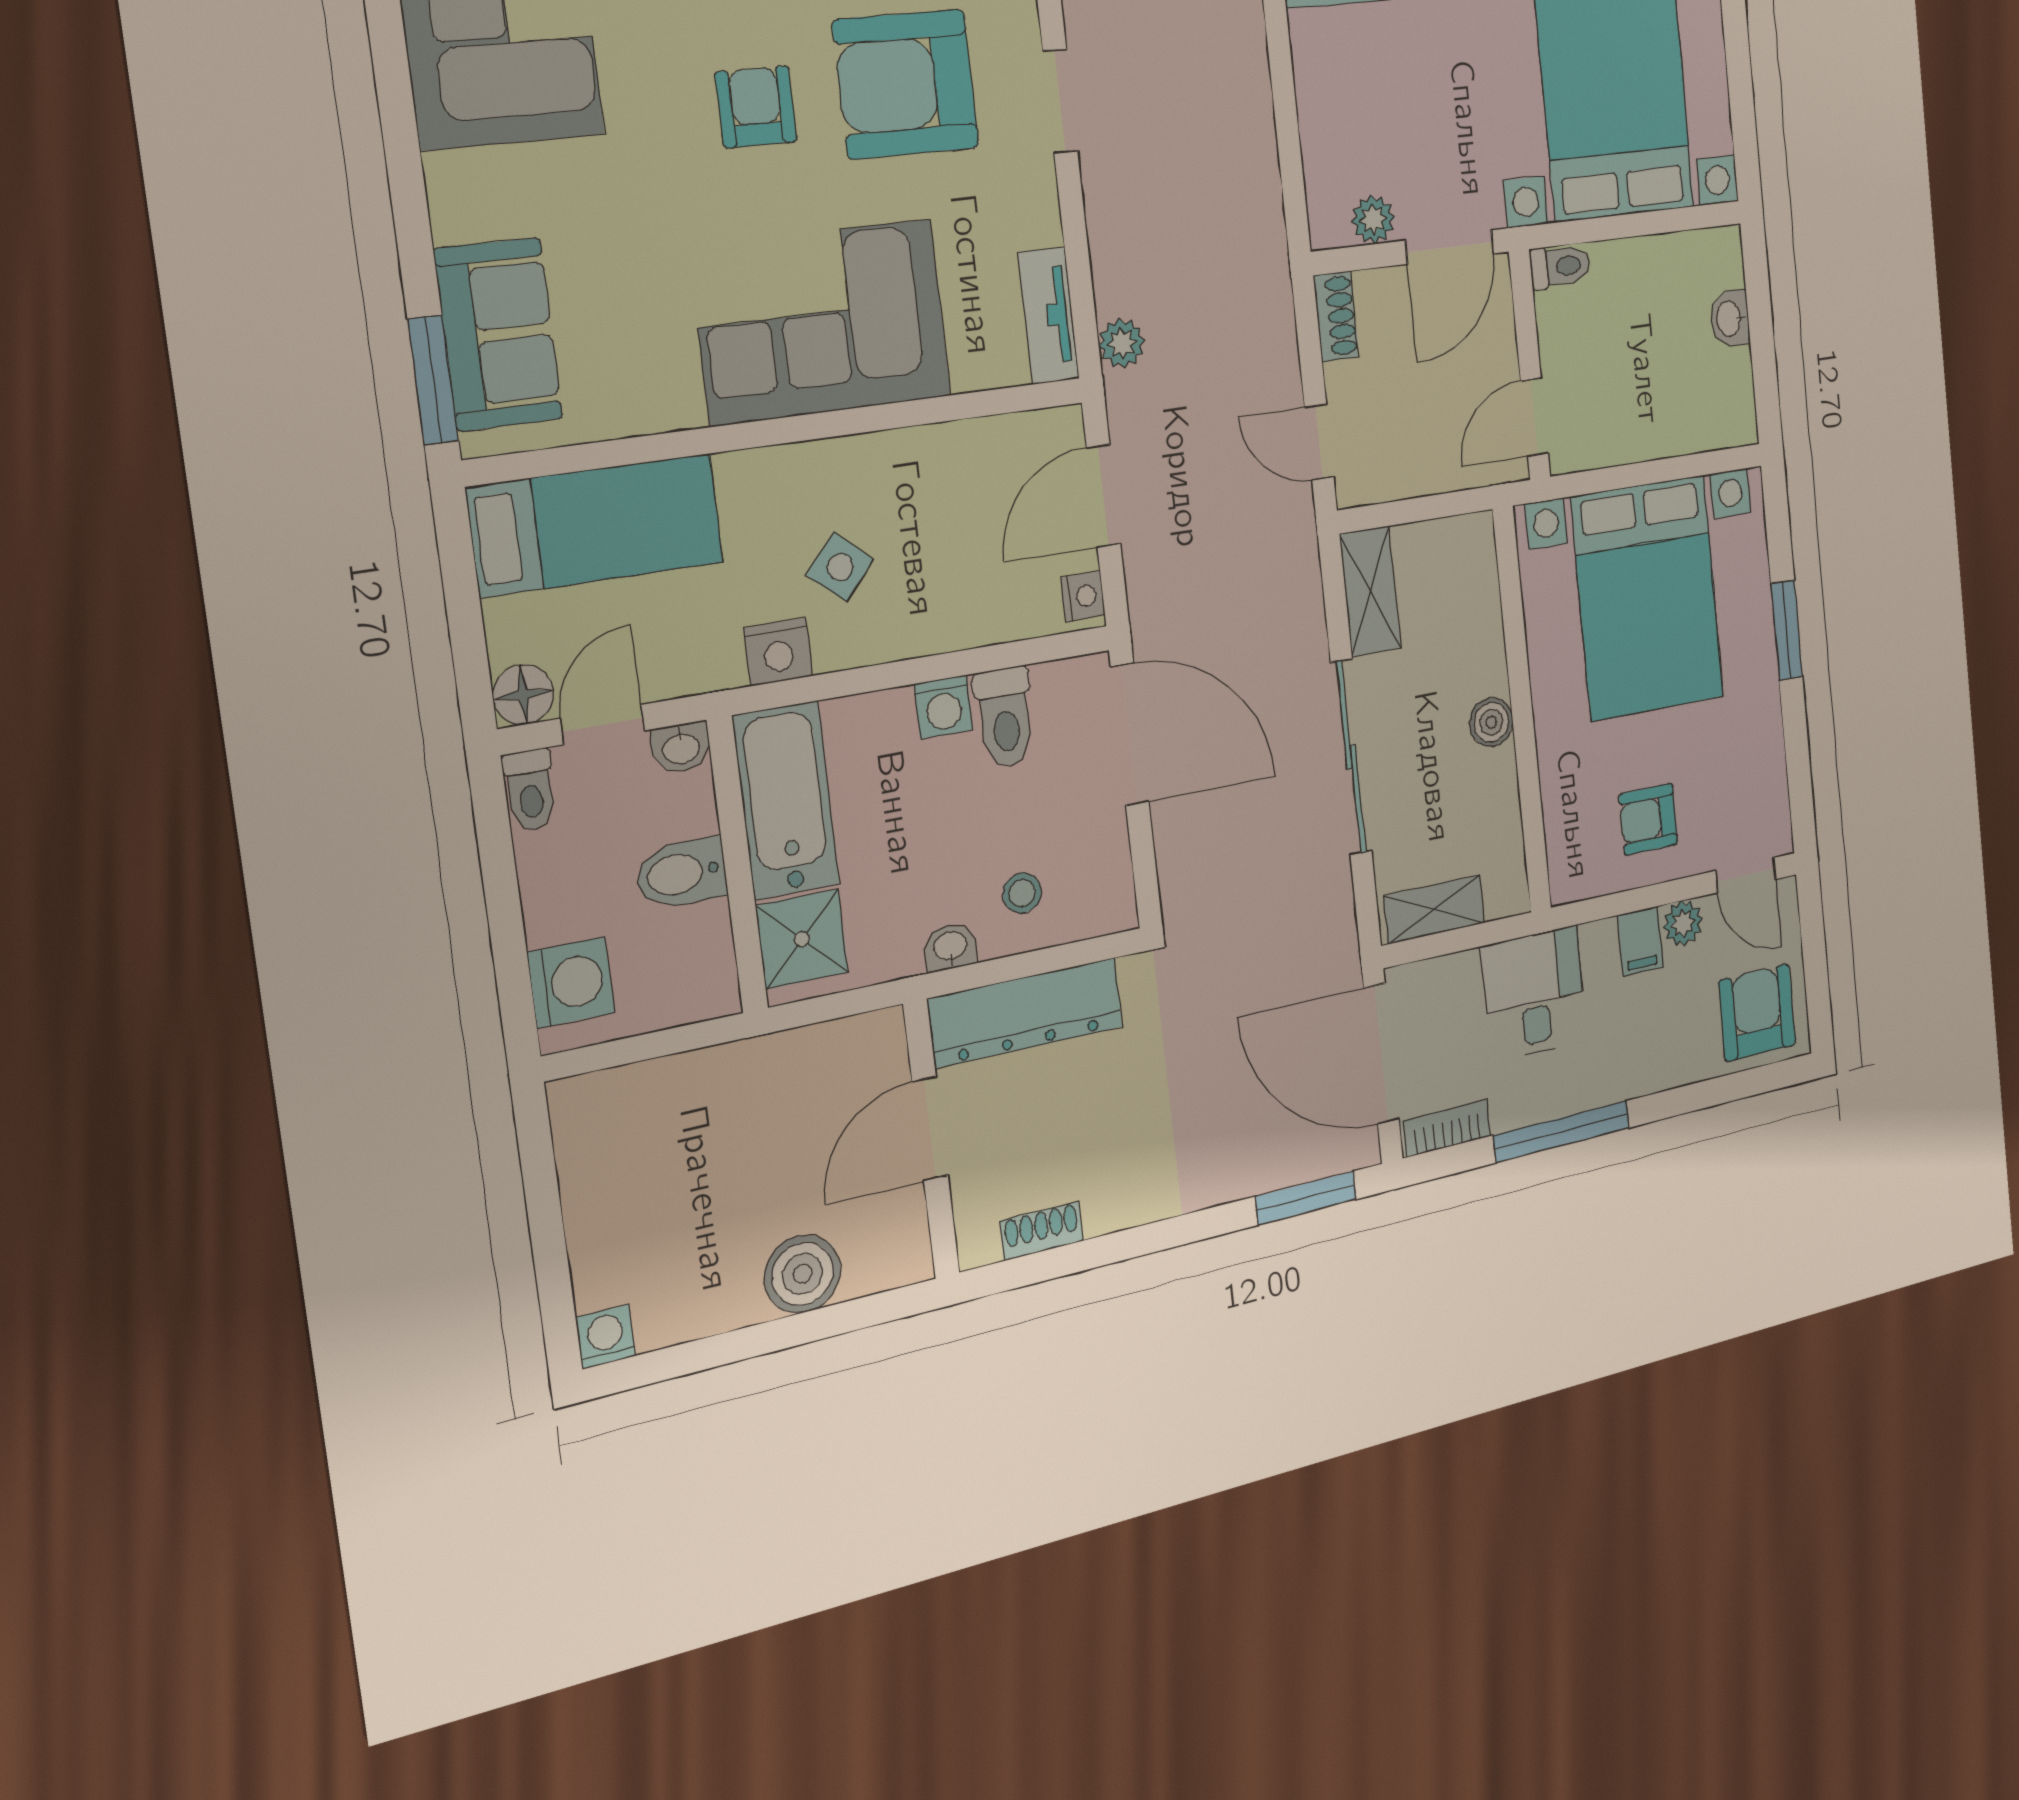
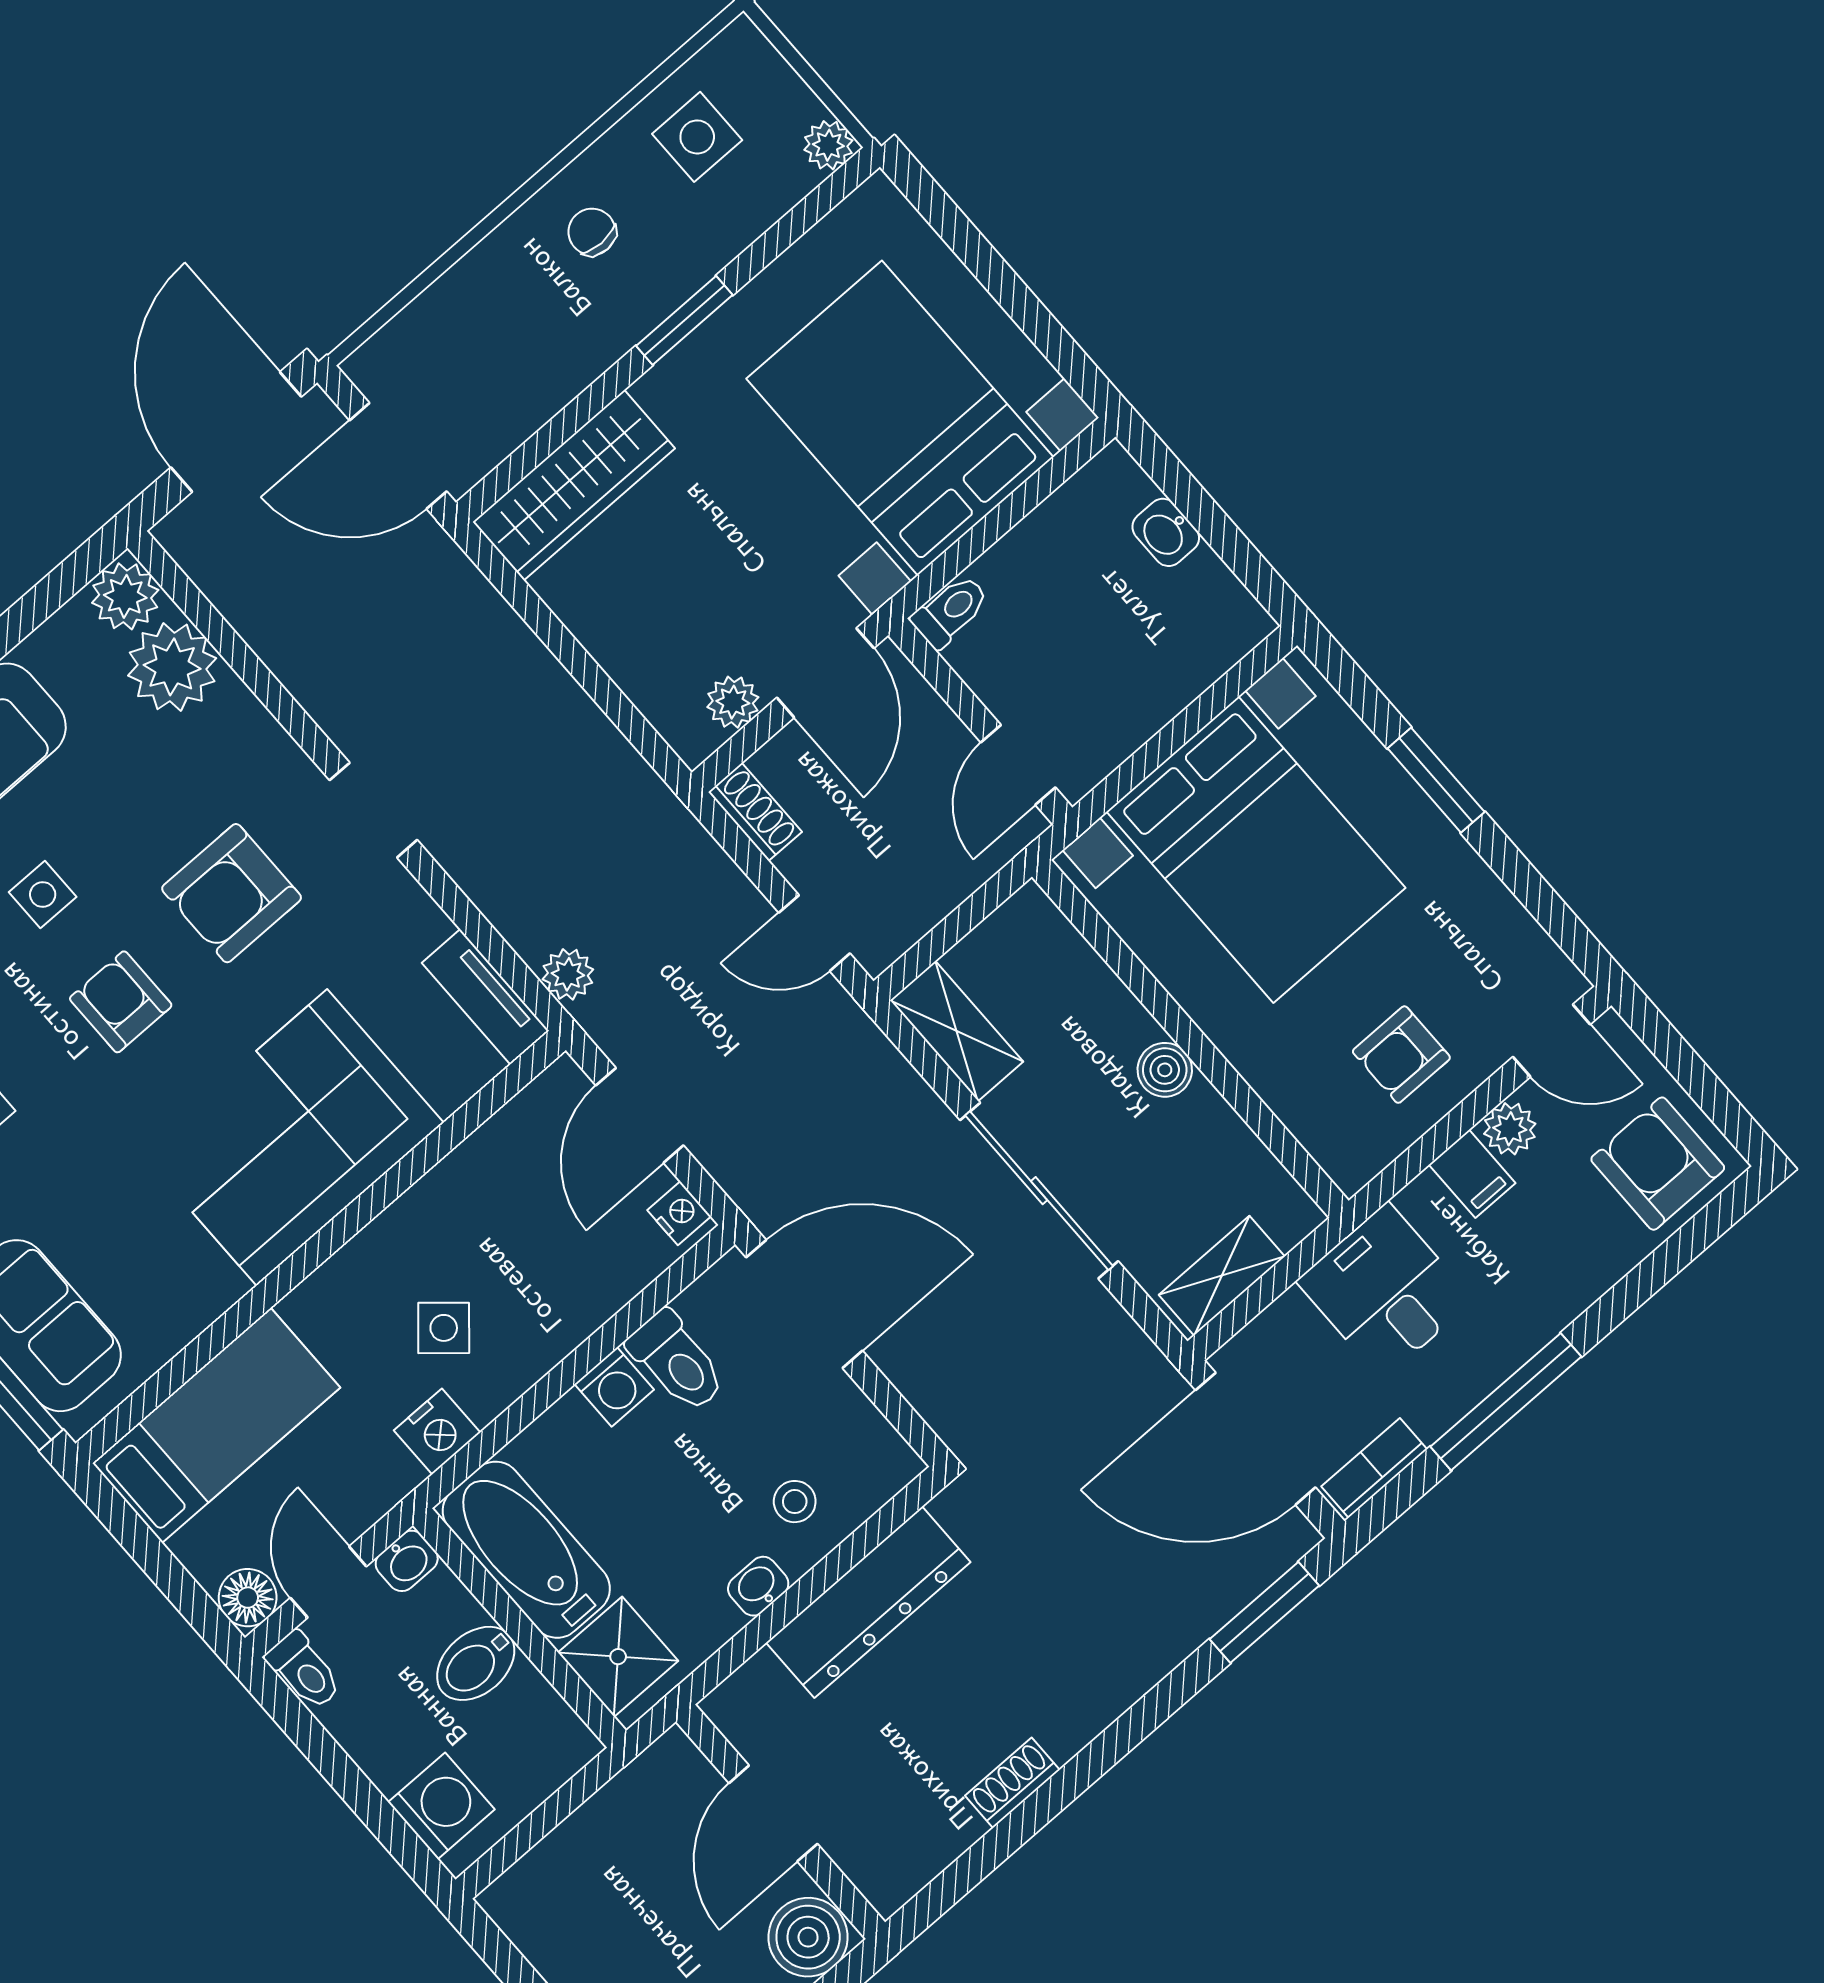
armchair: (906, 84) -> (232, 893), width x0.73, depth x0.73
door: (930, 1129) -> (773, 1813), moved
wall: (931, 1139) -> (780, 1822), moved

